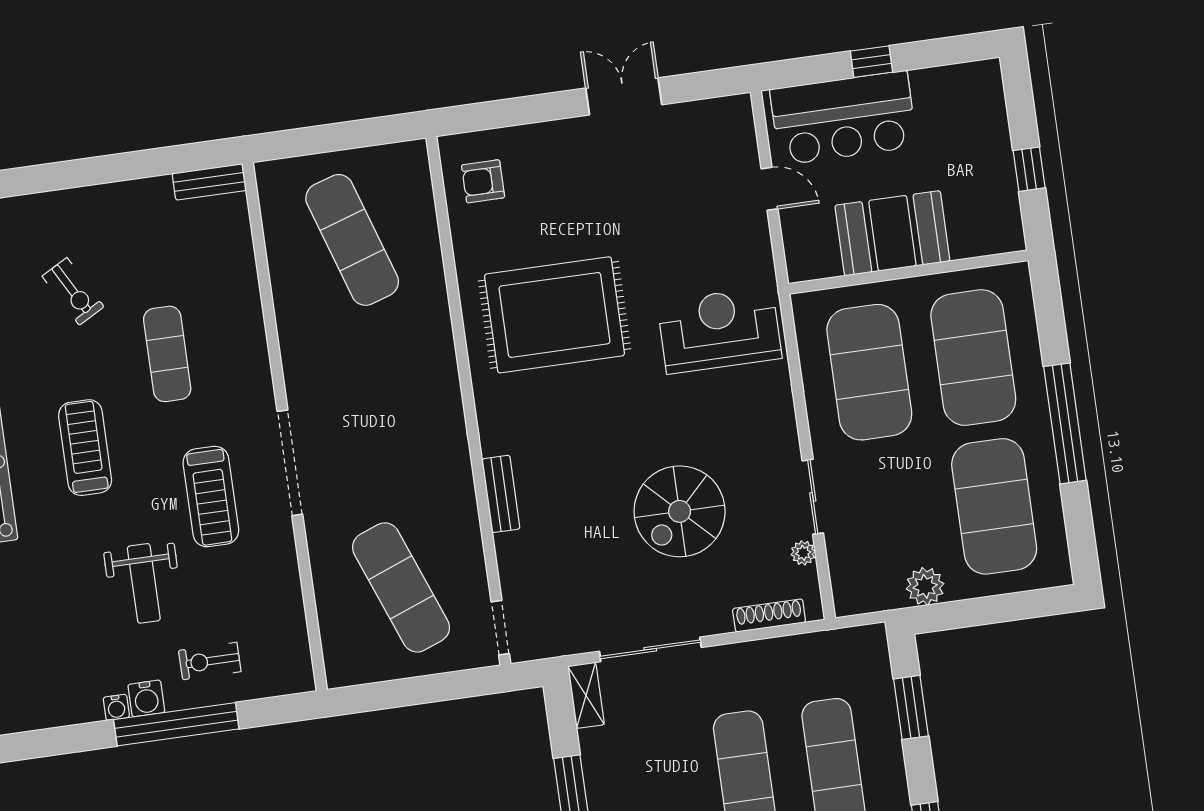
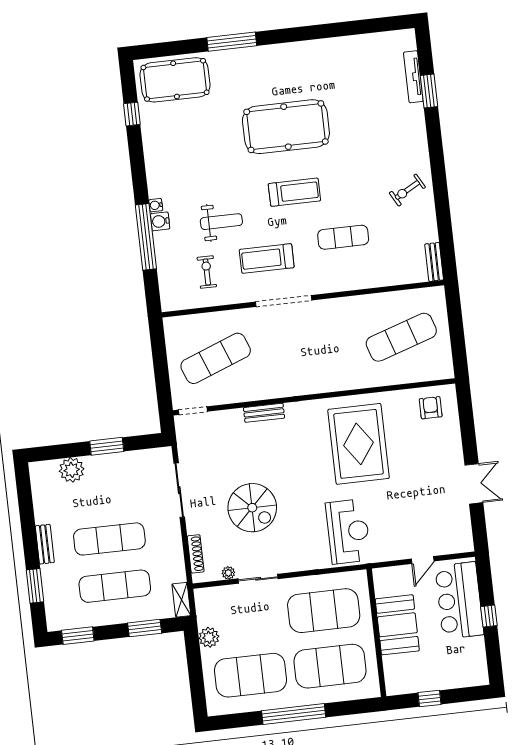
exercise bike: (73, 291) -> (407, 190), moved
spiral stairs: (680, 511) -> (252, 508), turned 180
weight bench: (144, 583) -> (221, 222), turned 180
exercise bike: (210, 661) -> (207, 272), moved
shelving: (586, 695) -> (181, 600), moved, turned 90

